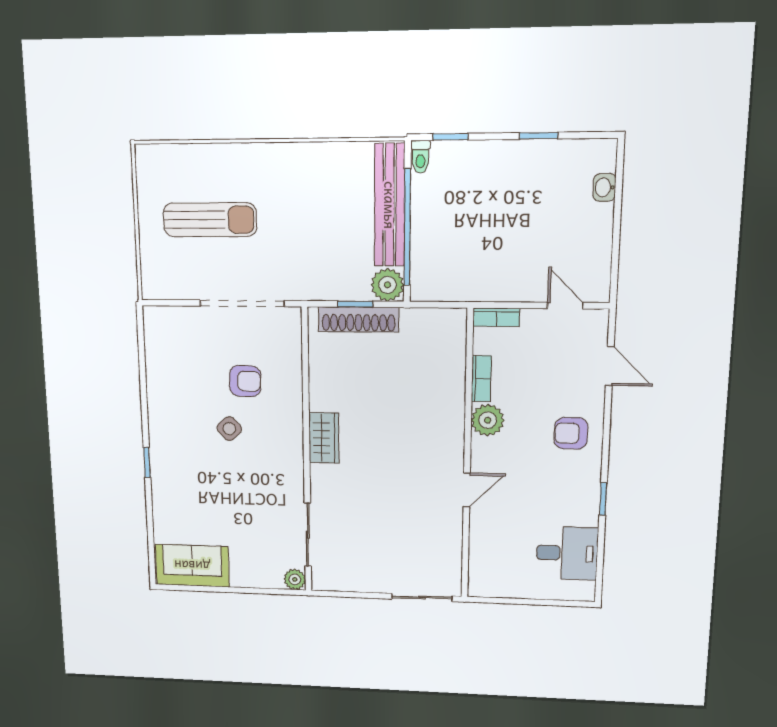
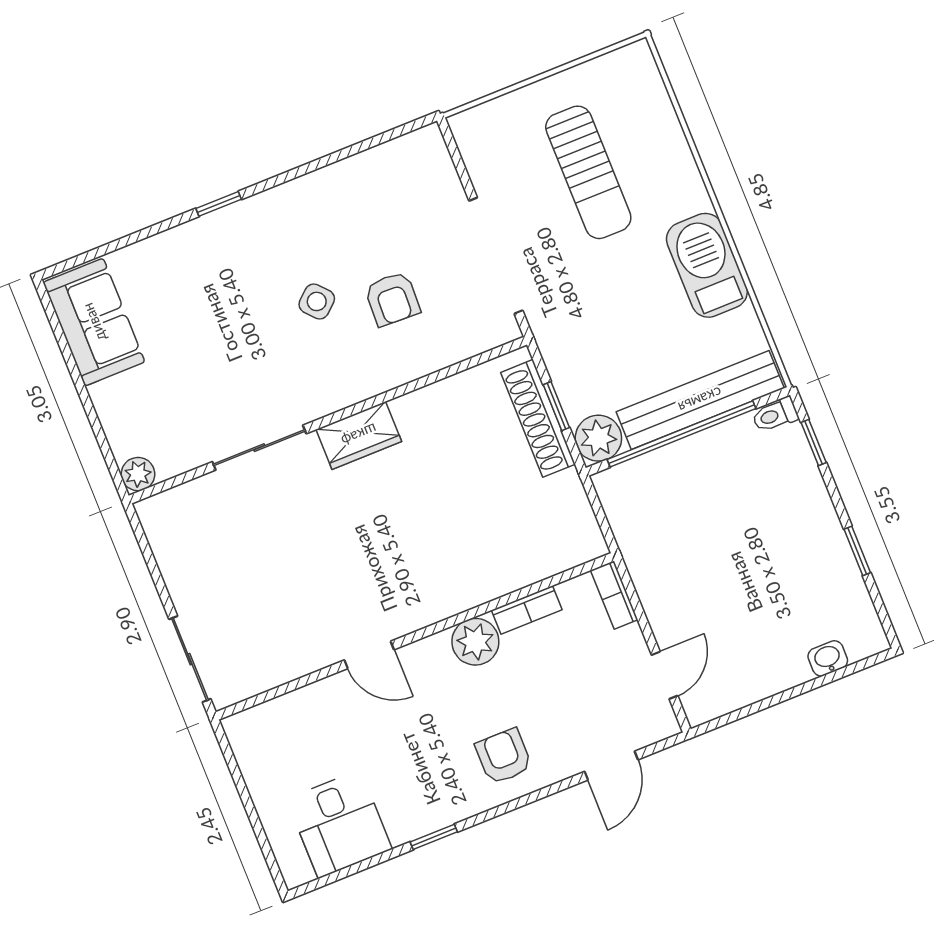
barbecue: (301, 164) -> (707, 265), added
sliding door: (308, 535) -> (259, 448), moved

